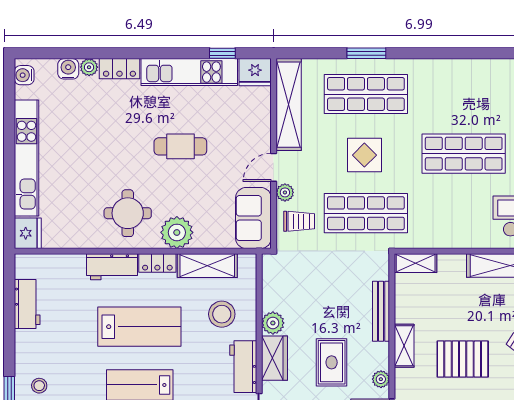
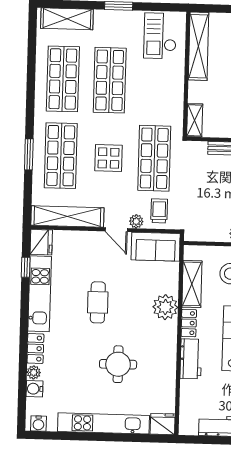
shop shelf: (464, 94) -> (63, 79), added
round table: (128, 213) -> (118, 364), moved

